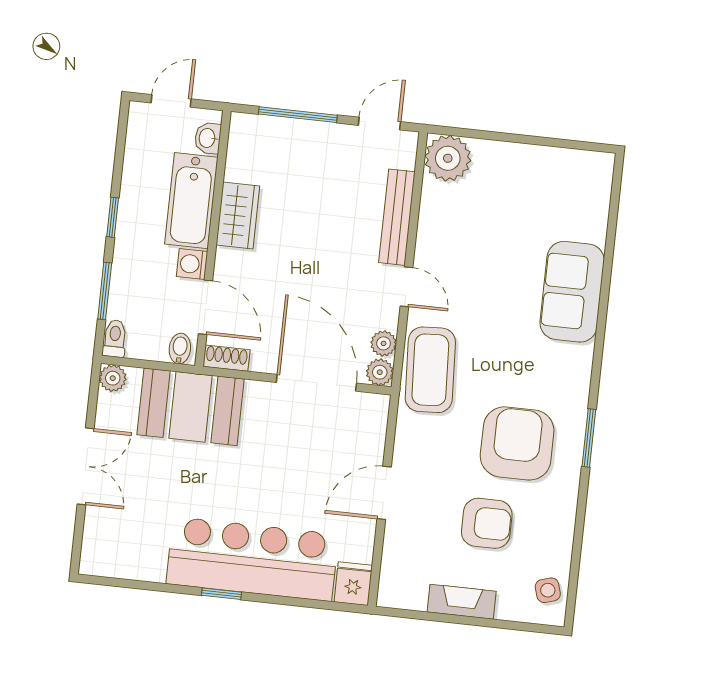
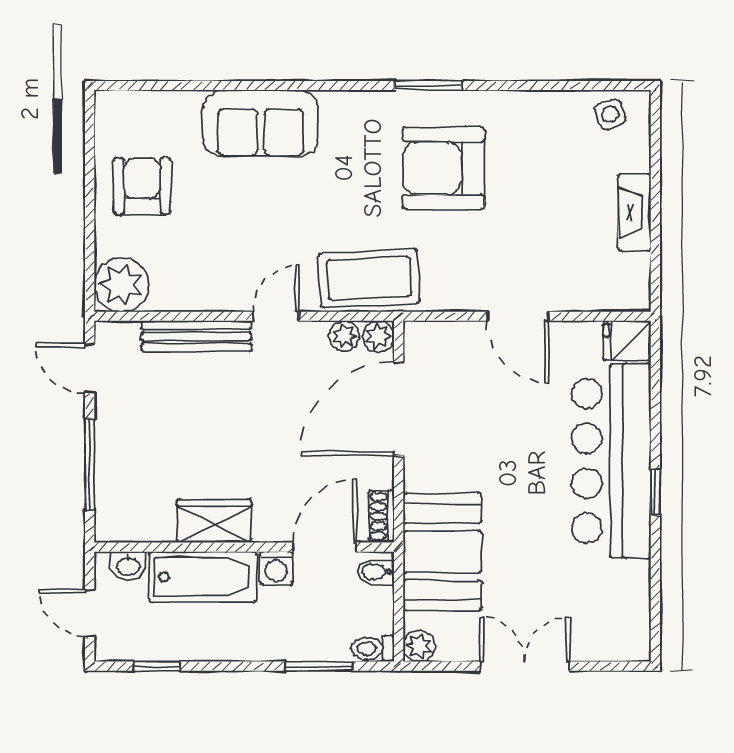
window: (113, 217) -> (157, 666), moved
armchair: (487, 523) -> (142, 186), moved

